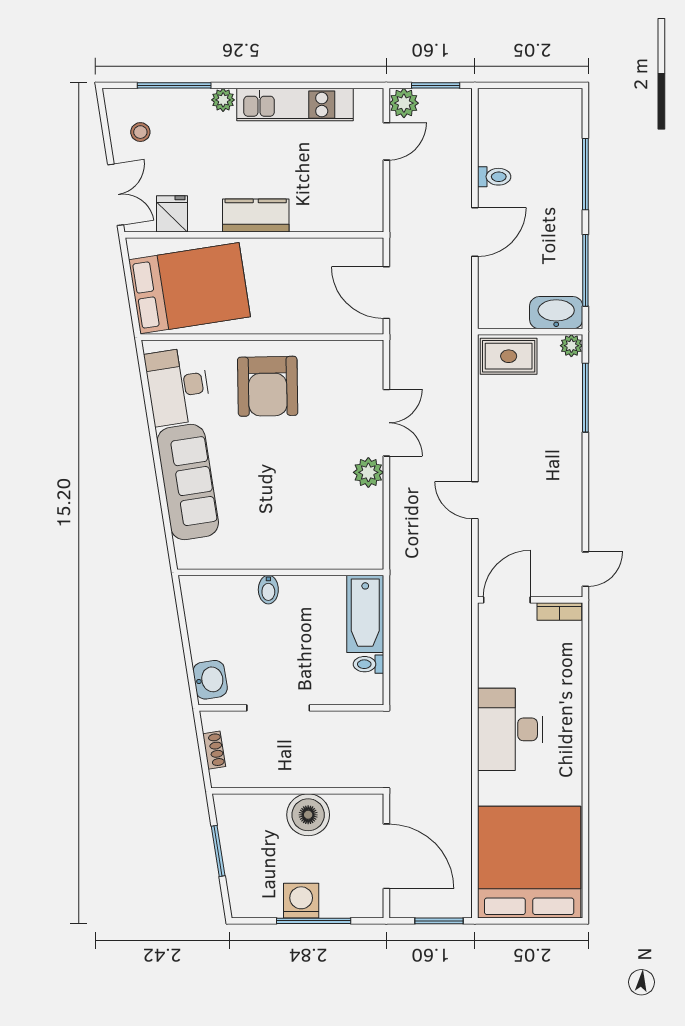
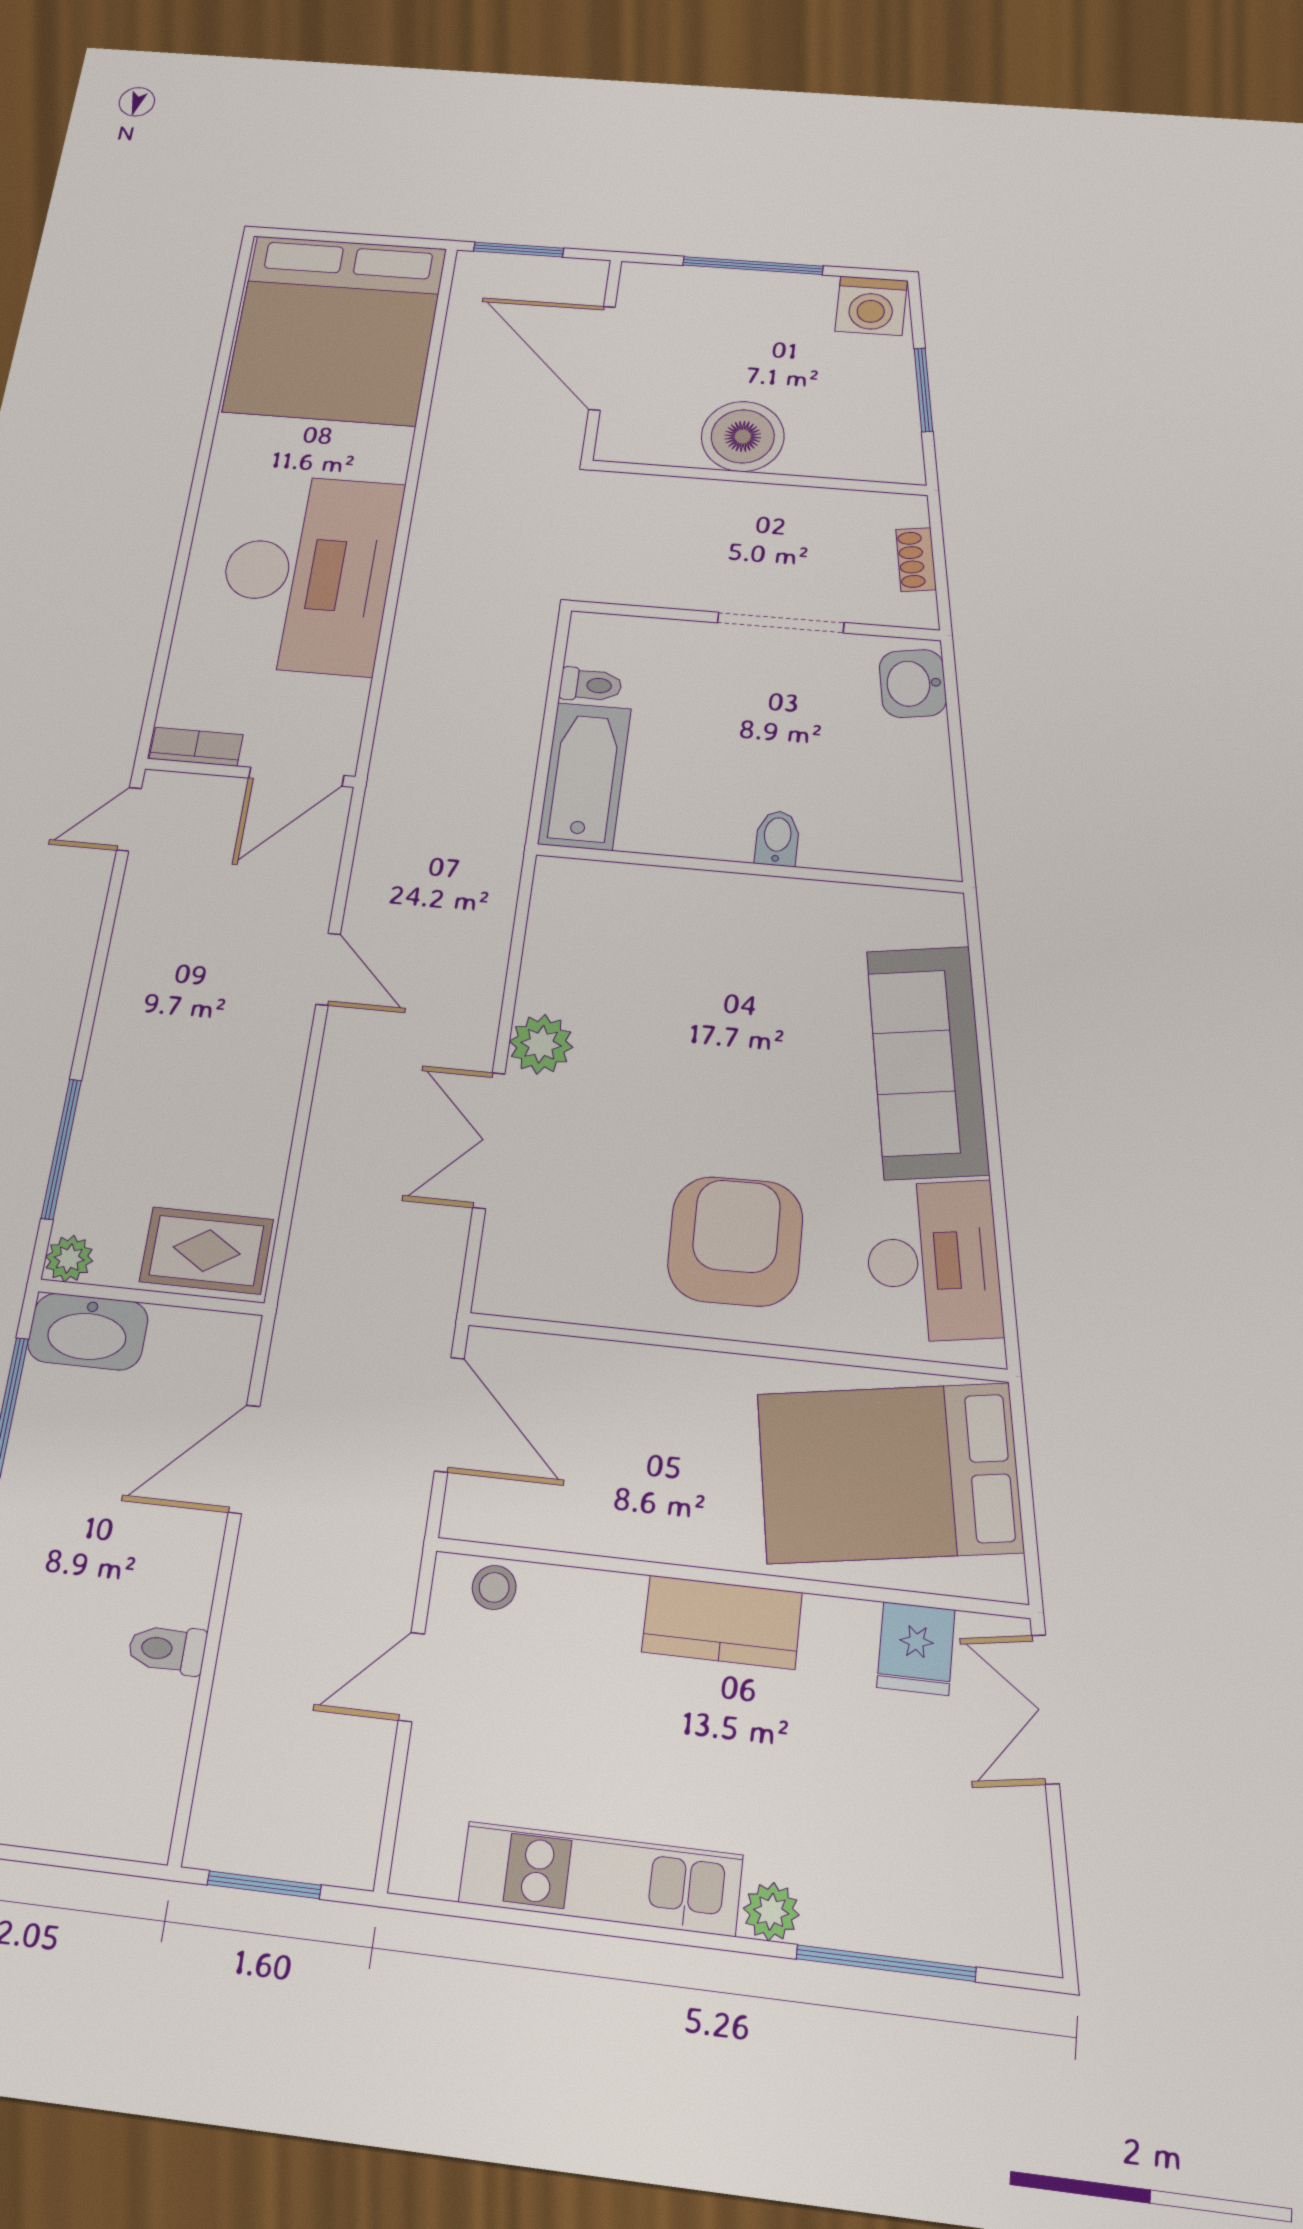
plant: (404, 103) -> (345, 1851), removed
stool: (140, 132) -> (494, 1587), moved
door: (386, 141) -> (411, 1677), moved
door: (475, 232) -> (244, 1459), moved
desk: (510, 729) -> (308, 573), width x1.36, depth x1.30
washing machine: (301, 901) -> (871, 306), moved

